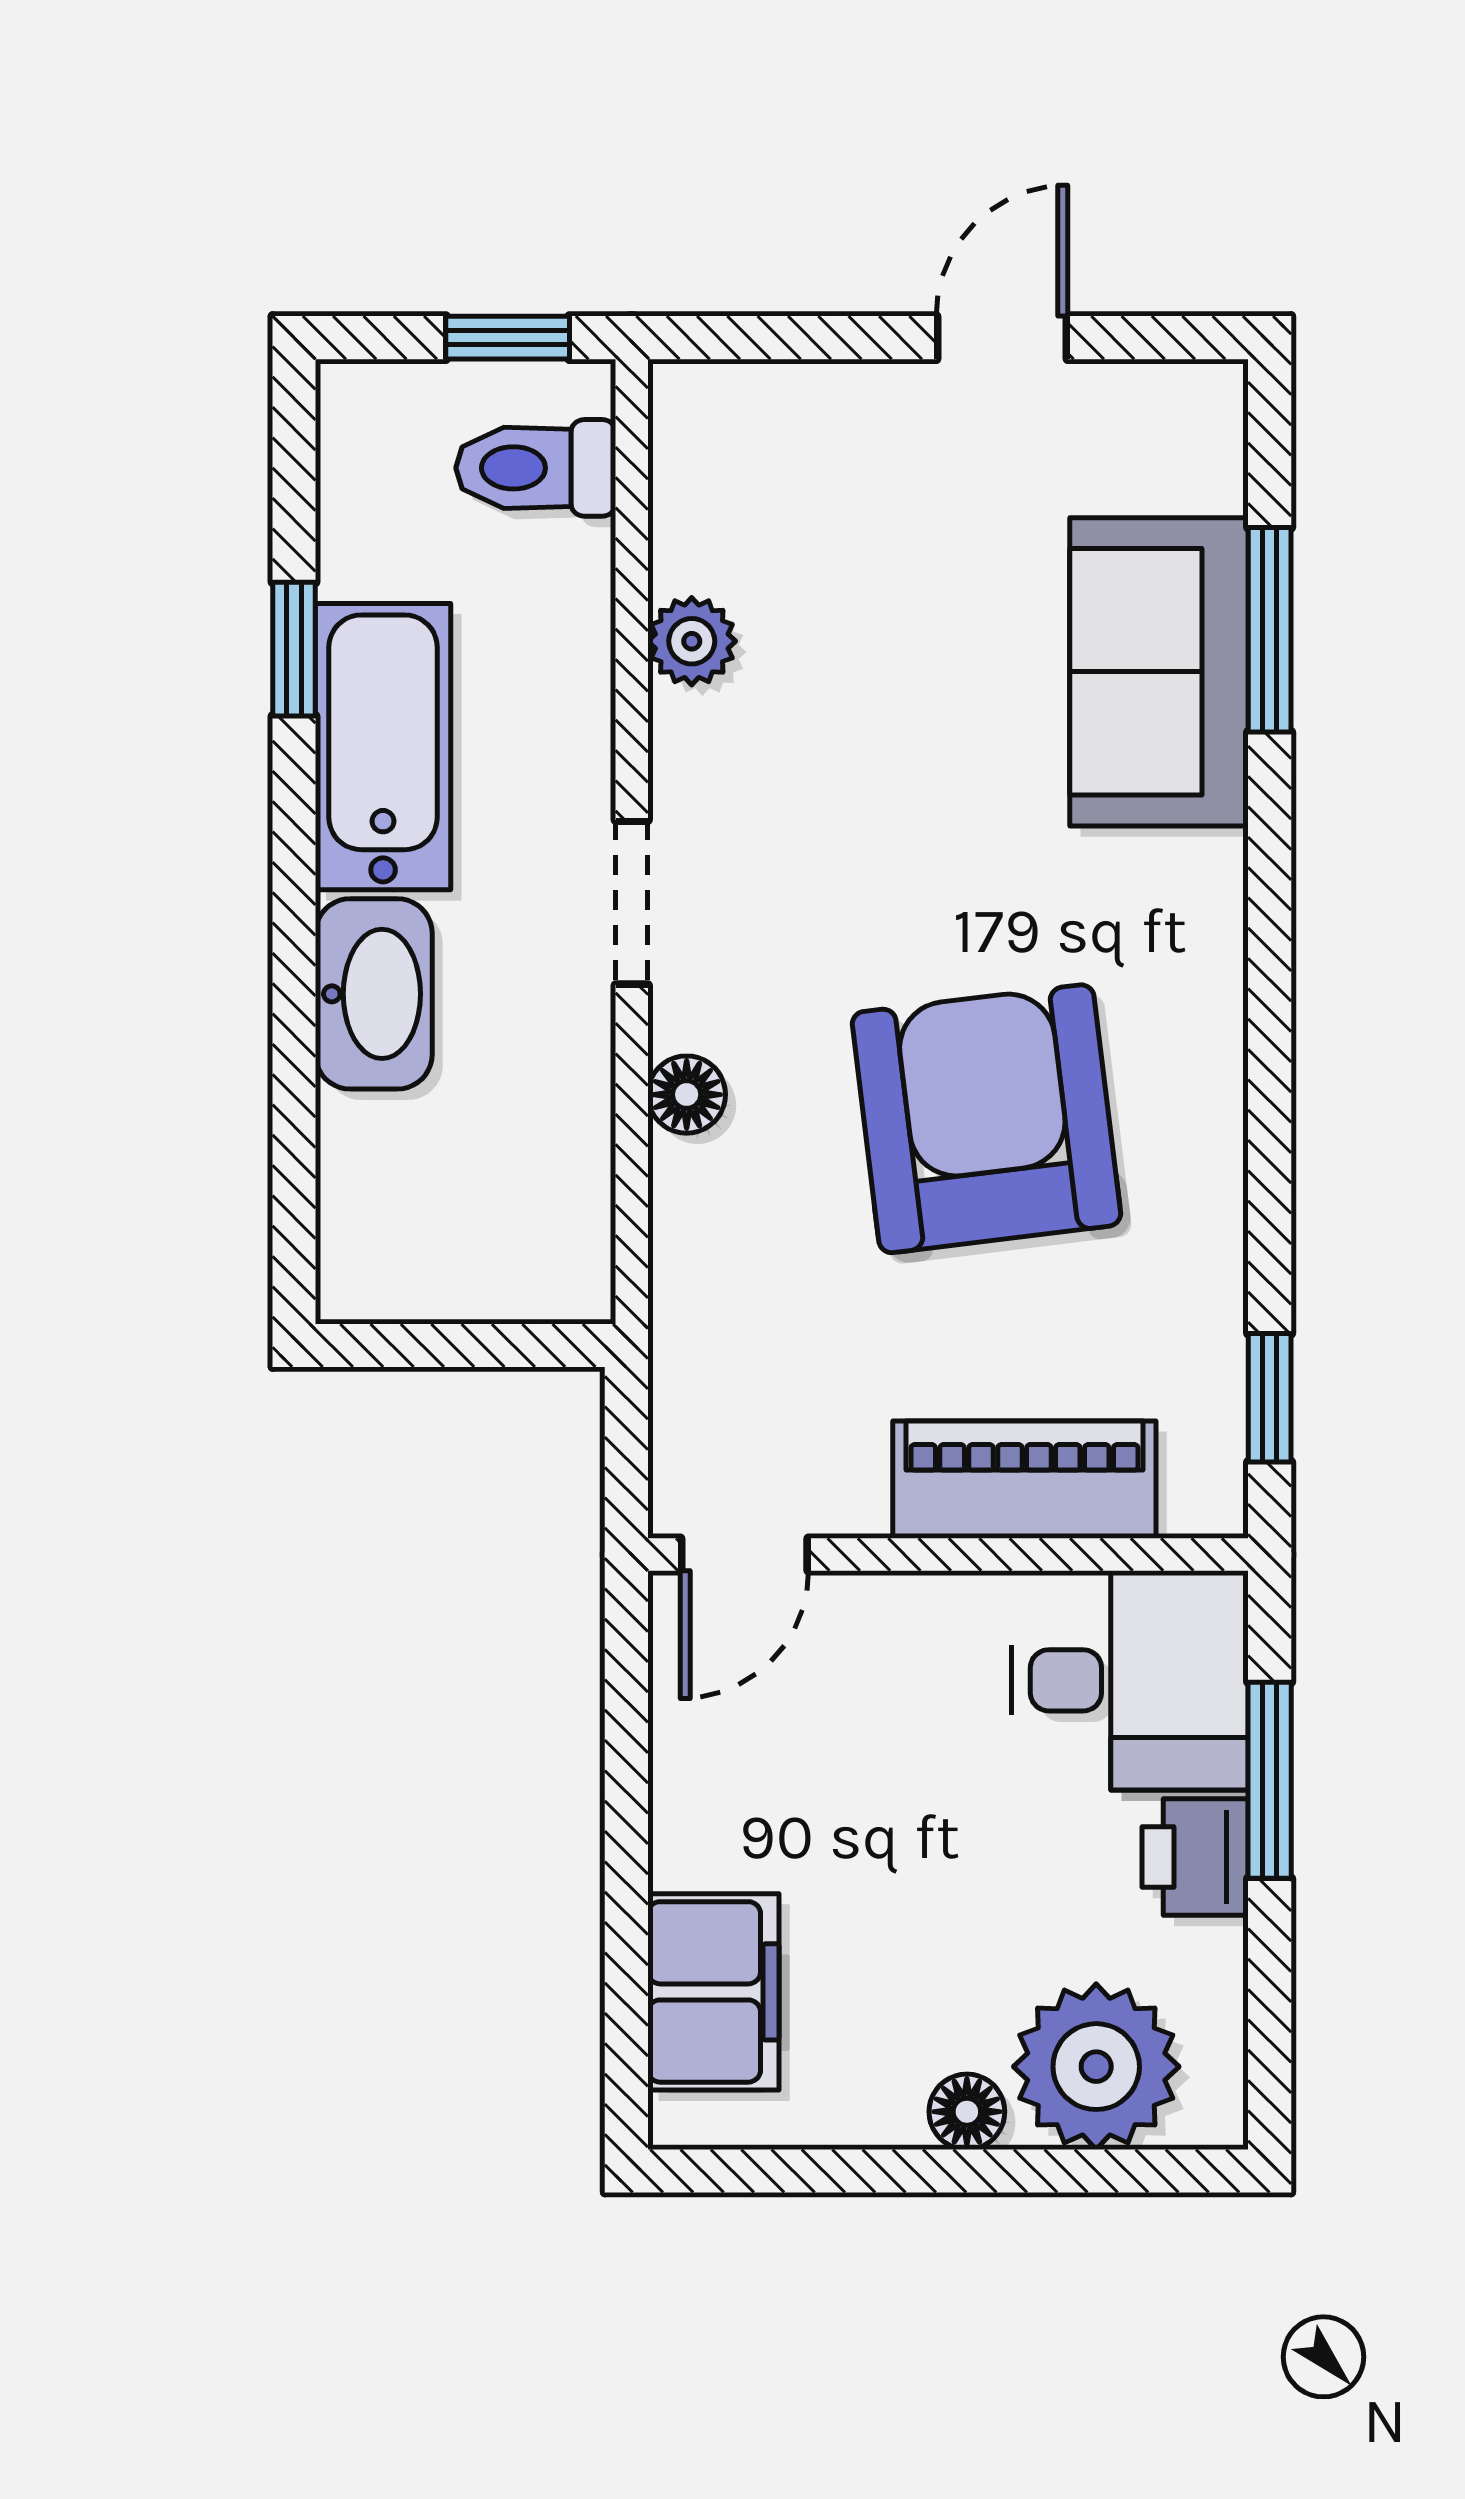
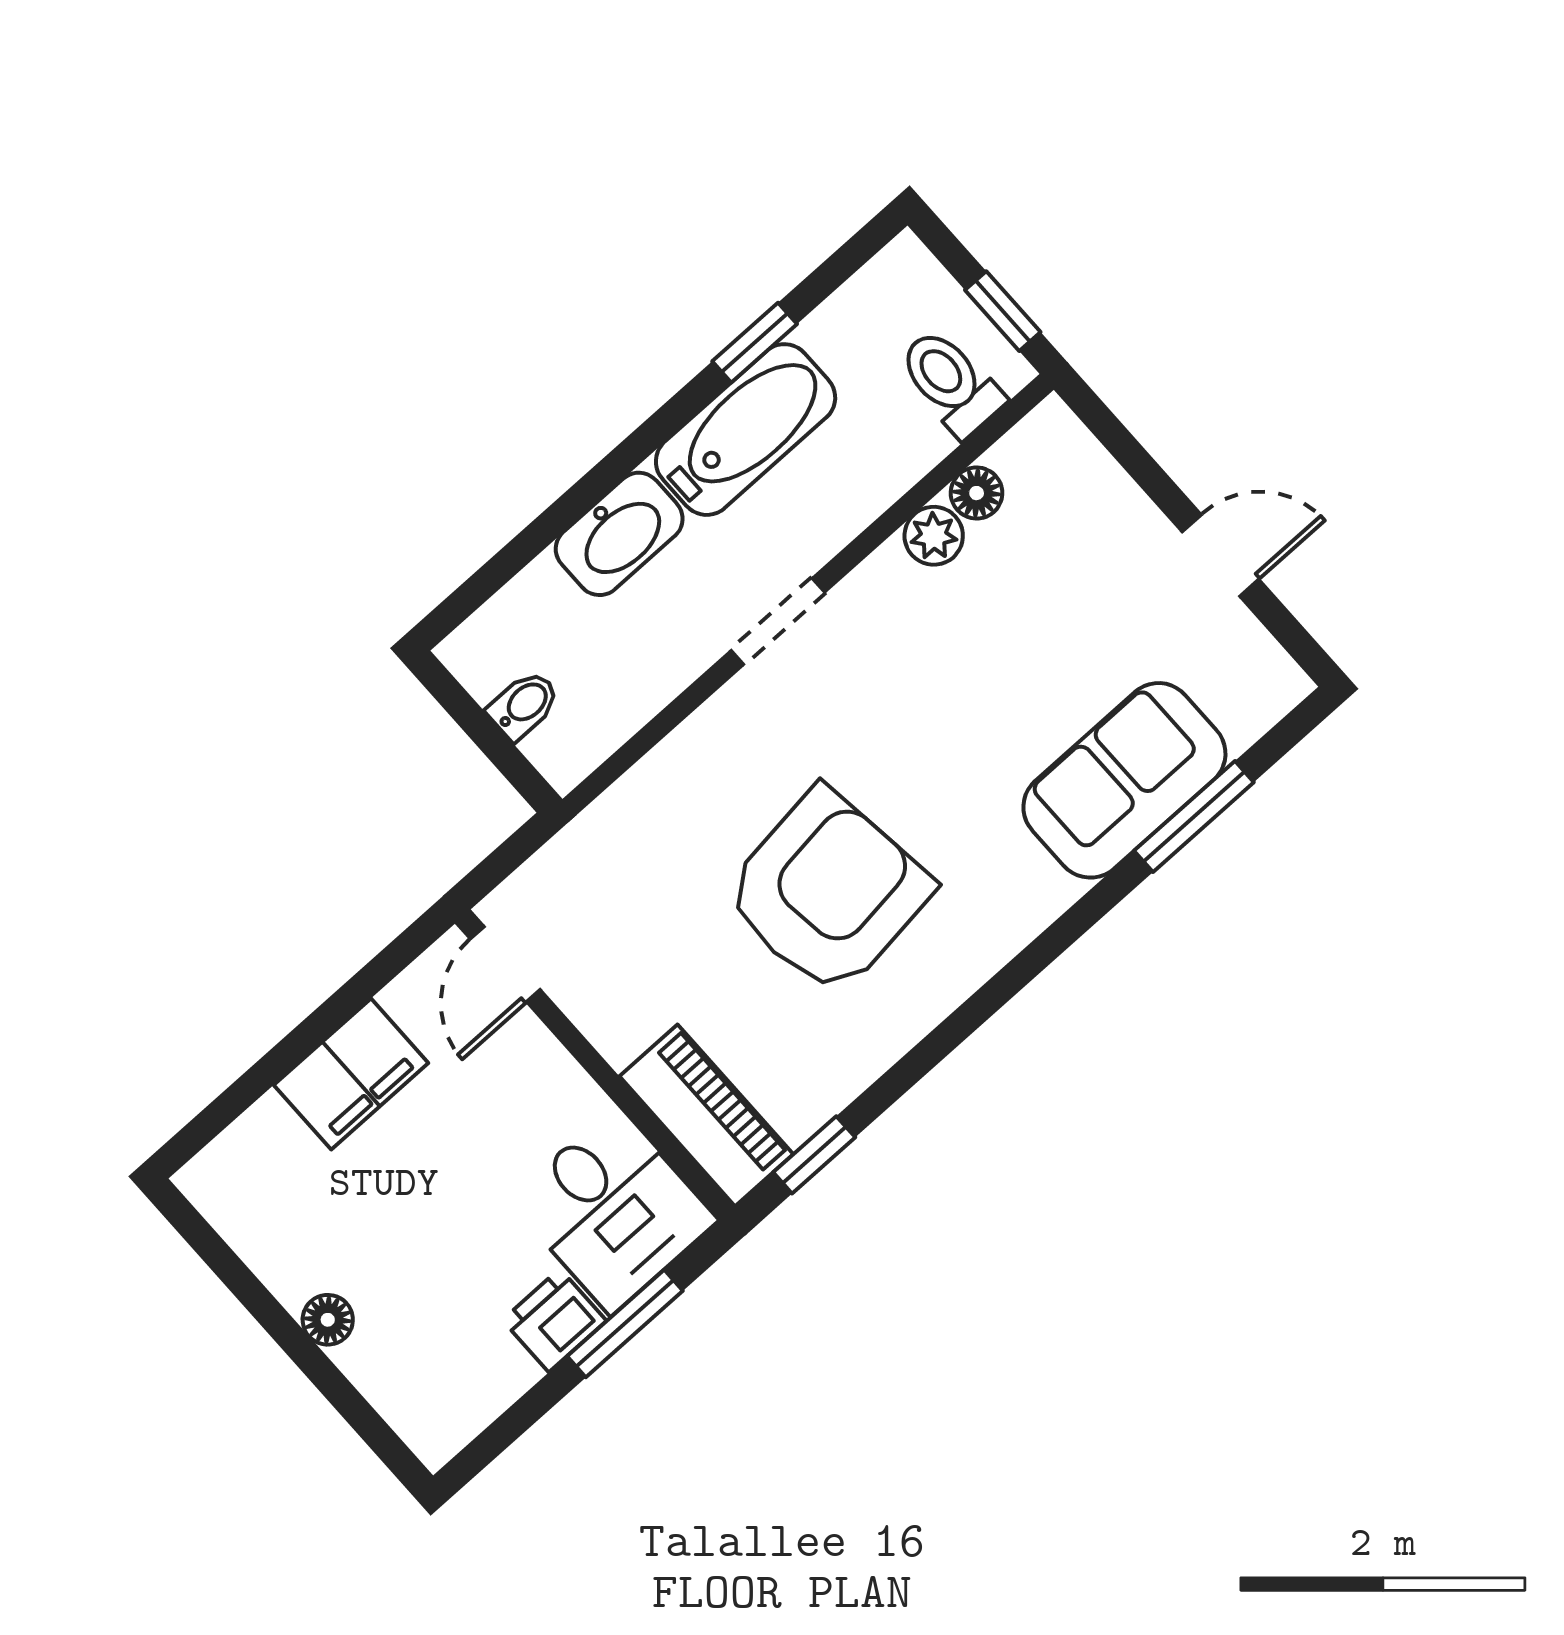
floor lamp: (687, 1095) -> (977, 493), moved
bidet: (471, 1273) -> (524, 705), added
piano: (1024, 1480) -> (706, 1115), moved
door: (744, 1555) -> (505, 964), hinge flipped
filing cabinet: (713, 1992) -> (351, 1074), moved
plant: (1096, 2067) -> (407, 1364), removed

